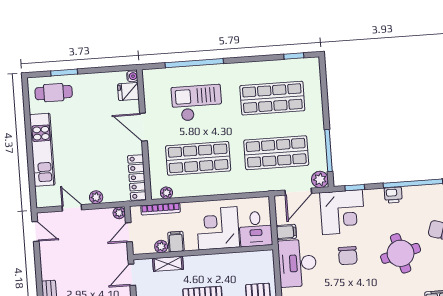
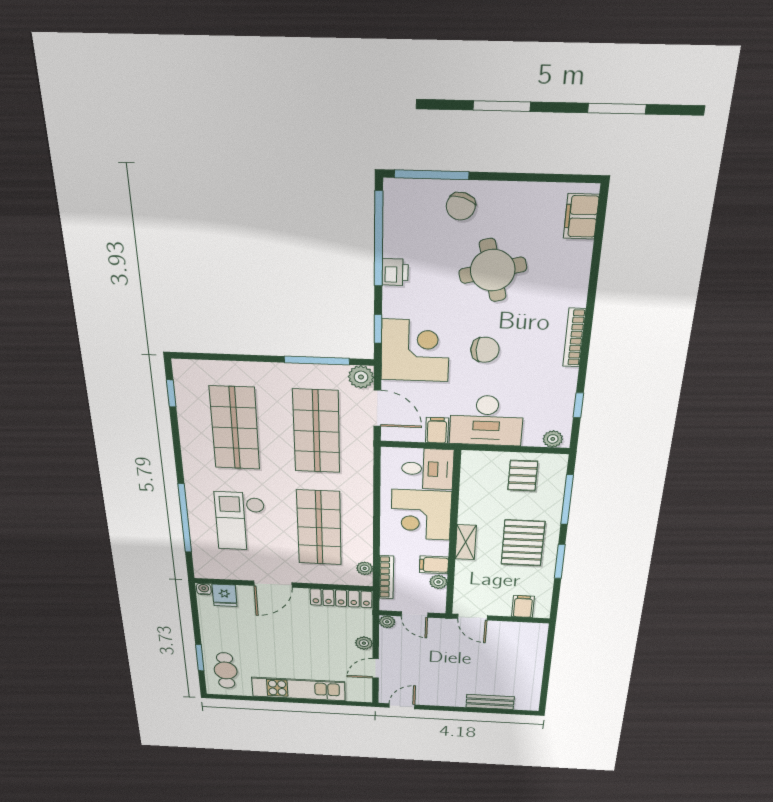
shelving: (168, 264) -> (466, 542), moved

